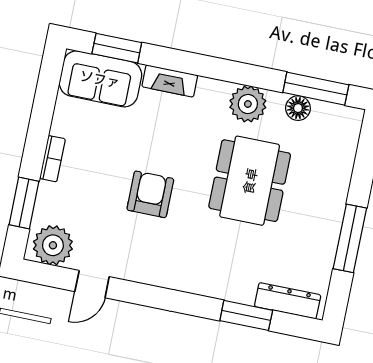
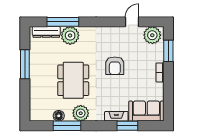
window: (117, 48) -> (127, 126), moved
window: (316, 89) -> (67, 126), moved
plant: (236, 282) -> (70, 35), added
window: (246, 315) -> (63, 22), width x1.44

